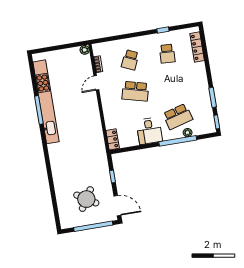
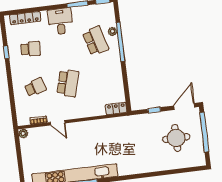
school desk: (130, 60) -> (35, 87), turned -42
desk: (149, 131) -> (60, 21), moved, turned -90
round table: (86, 199) -> (176, 138), turned -32

